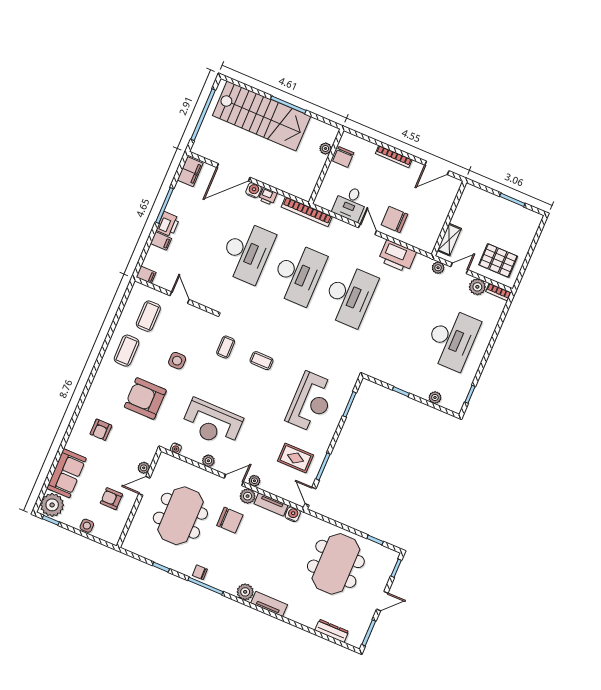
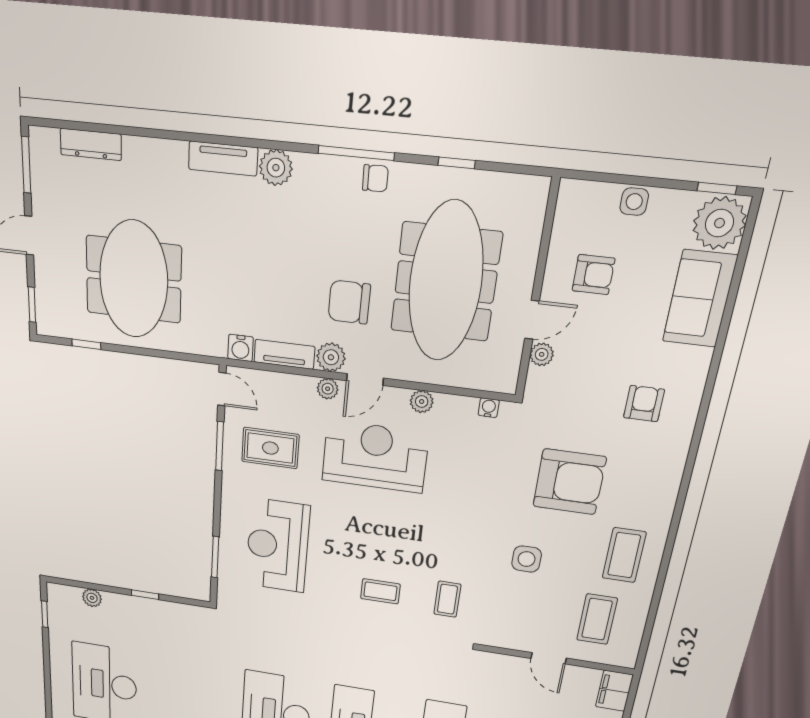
filing cabinet: (146, 275) -> (614, 691), width x2.00
reception desk: (212, 423) -> (375, 457), moved
meeting table: (180, 516) -> (446, 282), width x1.36

